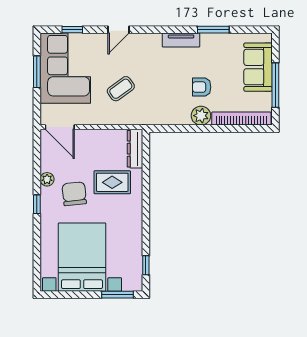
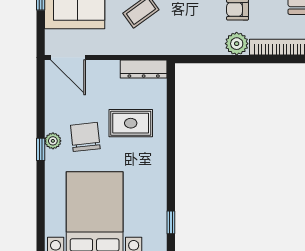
dresser: (135, 149) -> (144, 69), moved, turned -90
plant: (47, 179) -> (53, 141), moved

